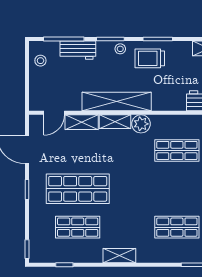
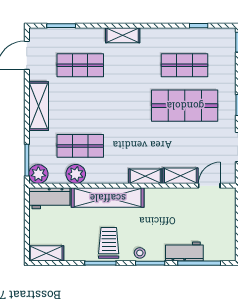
trolley: (150, 58) -> (109, 243), turned -90
stool: (40, 61) -> (224, 241), removed
shelving: (117, 101) -> (108, 198), moved
plant: (141, 124) -> (76, 174), moved
shelving: (119, 256) -> (123, 35), moved

